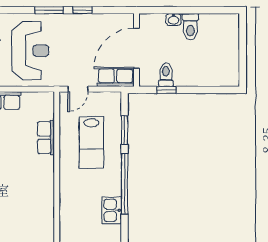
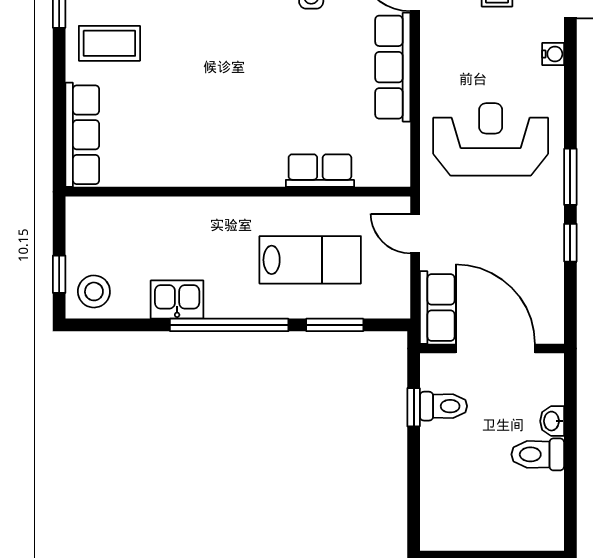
reception desk: (30, 51) -> (491, 139), turned 180
lab bench: (91, 143) -> (310, 260), turned 180

